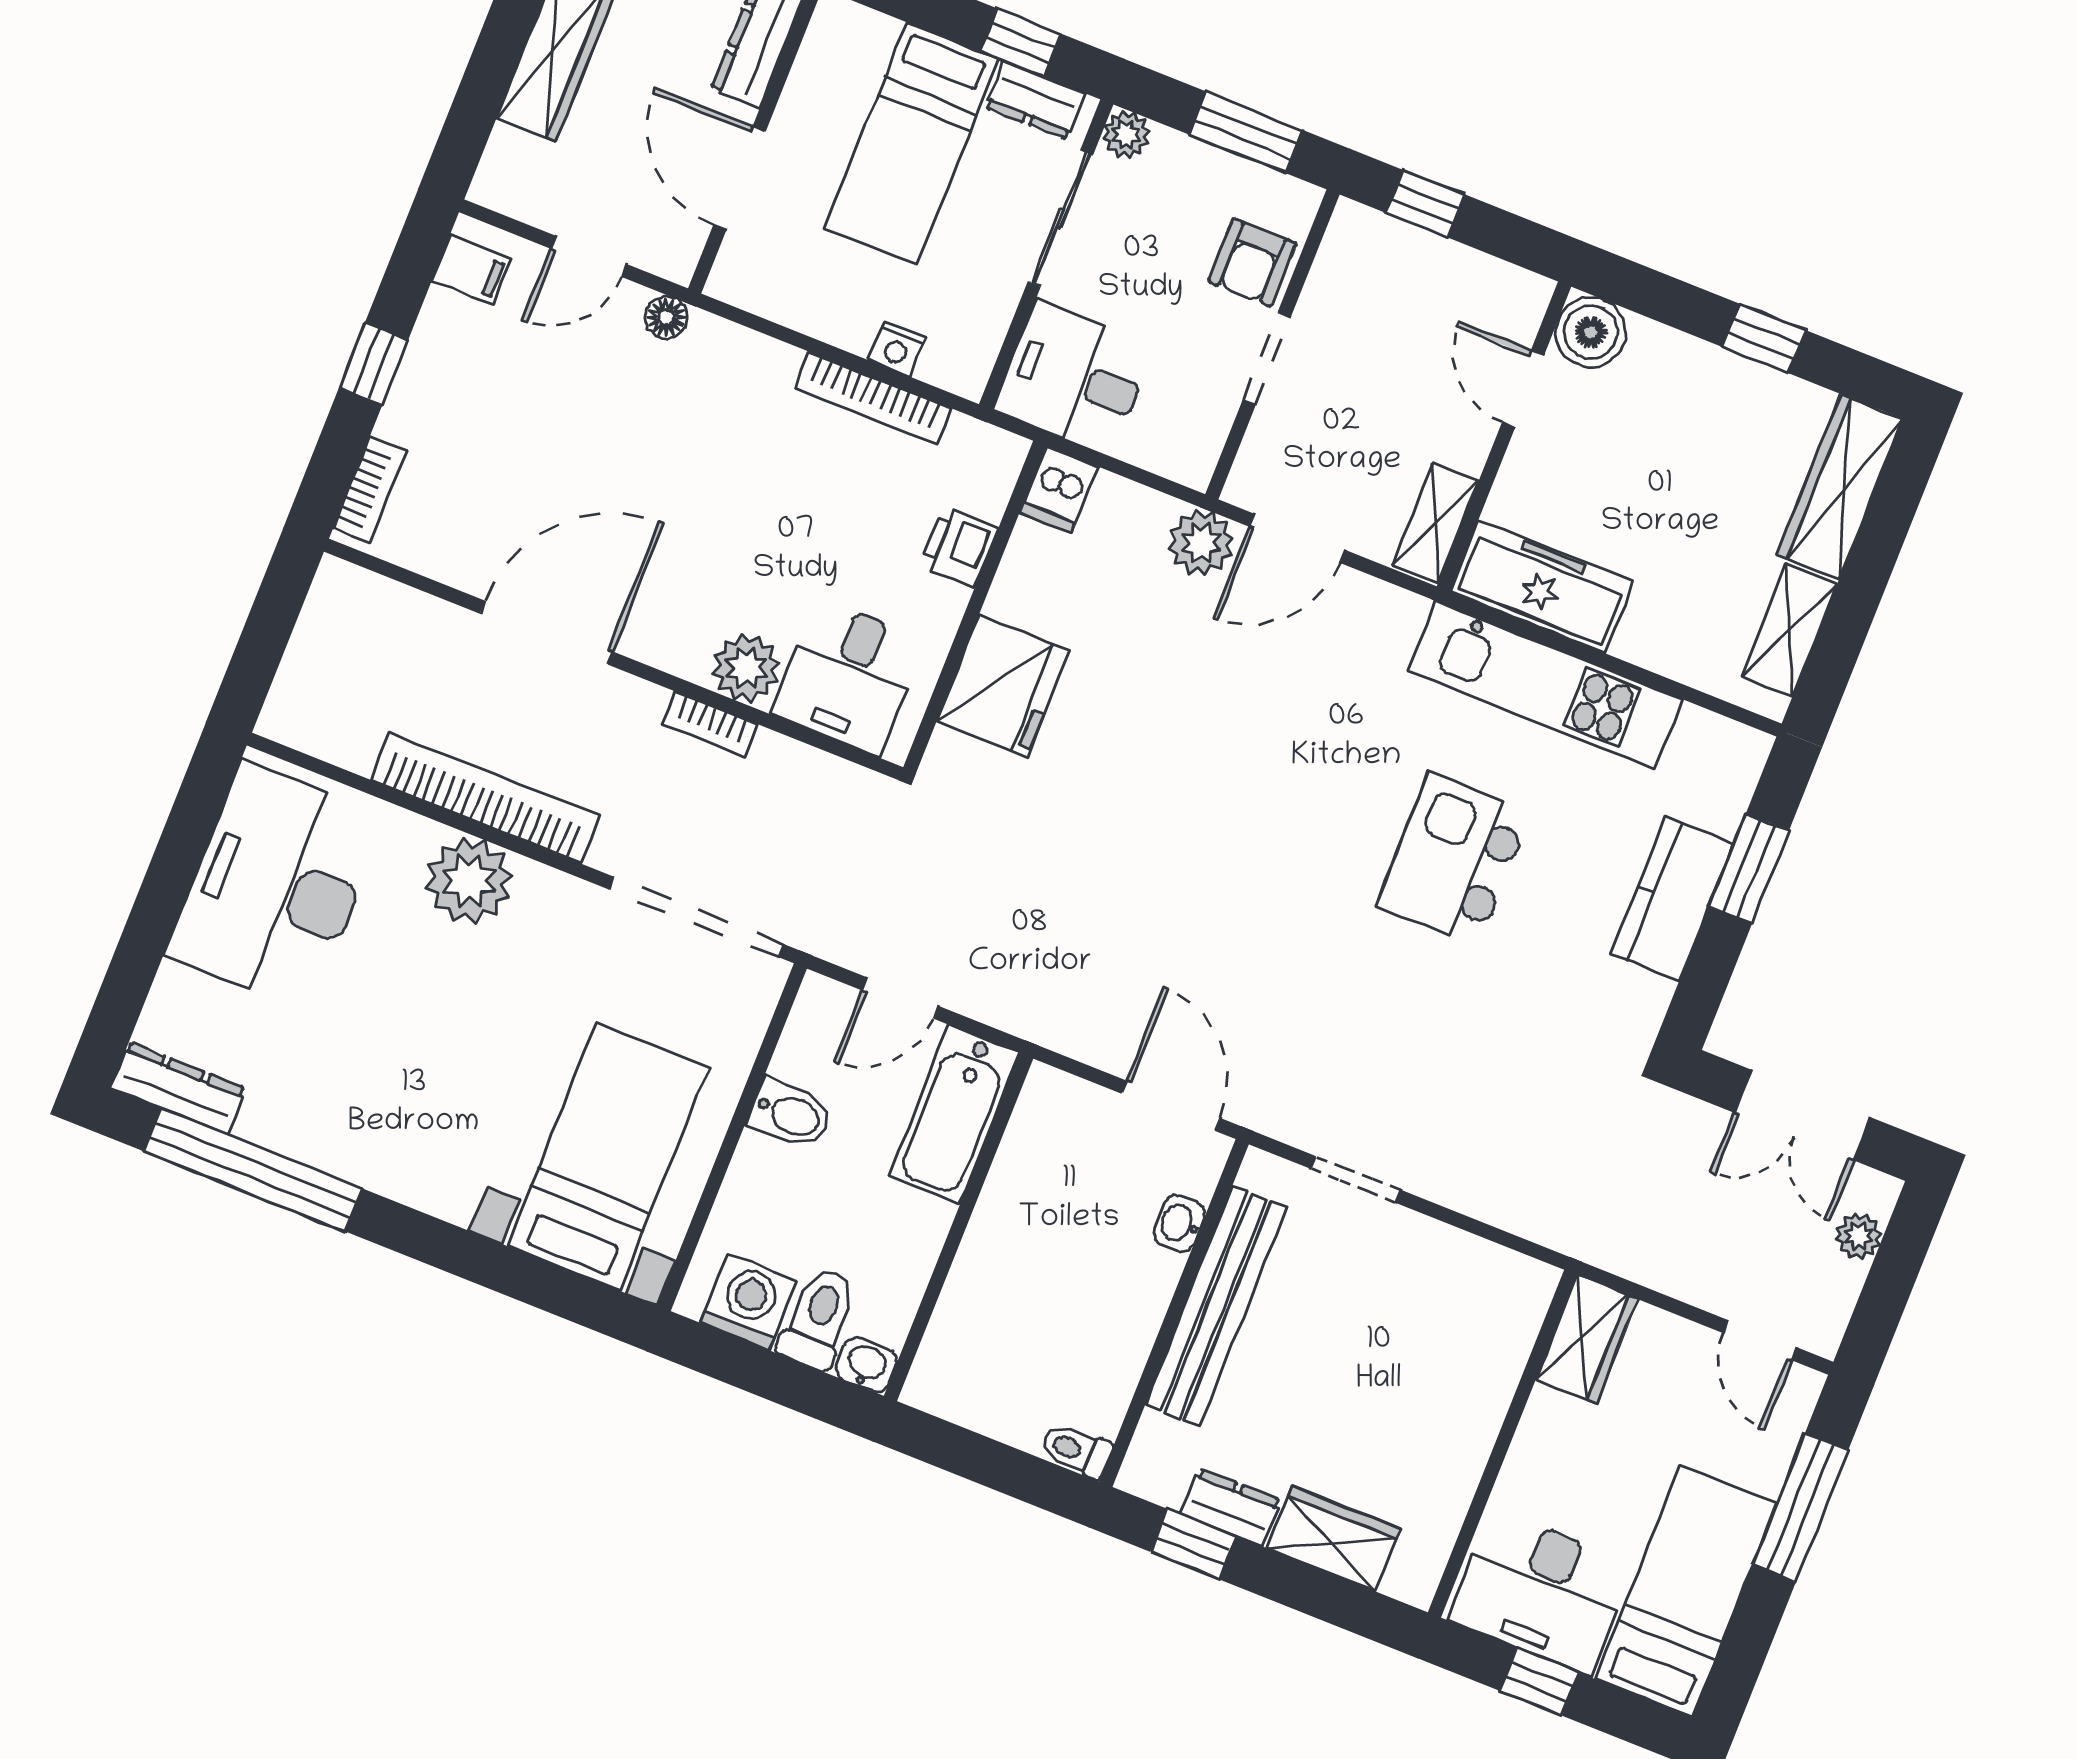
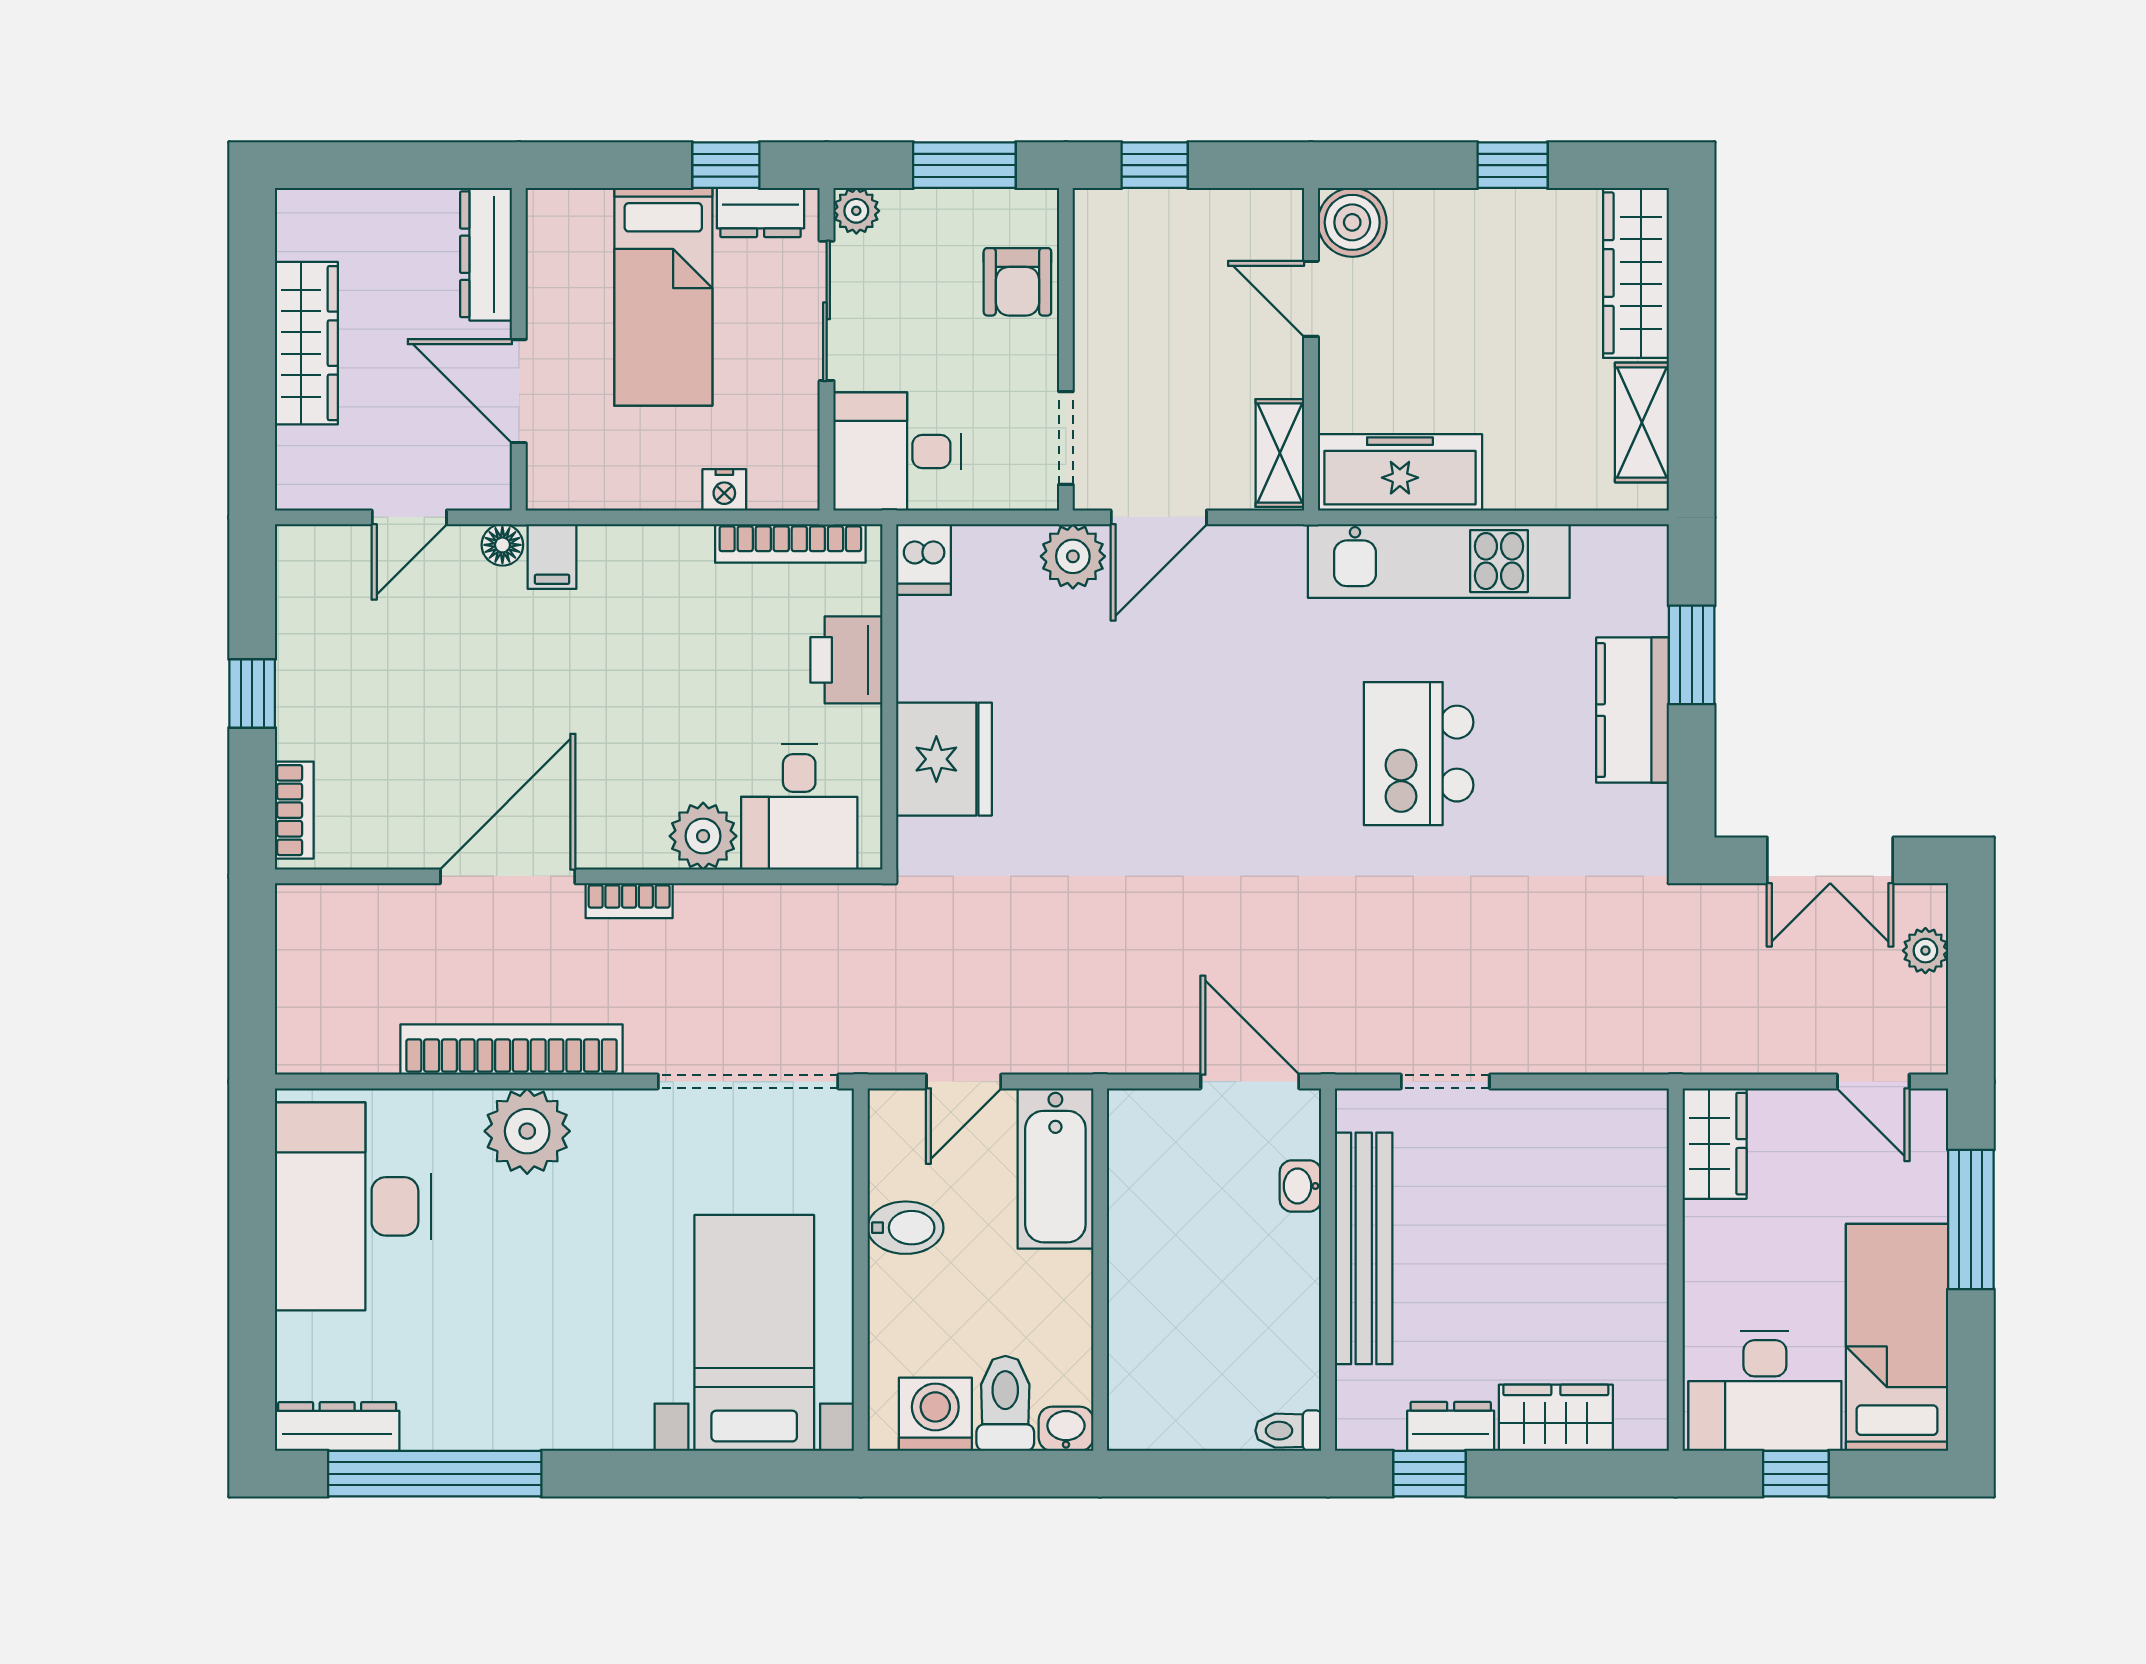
filing cabinet: (471, 270) -> (552, 557), moved, turned 90
doorway: (1267, 358) -> (1066, 438), moved
bookcase: (873, 398) -> (790, 543), moved
printer: (959, 547) -> (846, 660), width x1.36, depth x1.24
bookcase: (710, 724) -> (629, 901), moved

